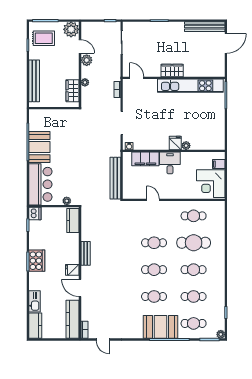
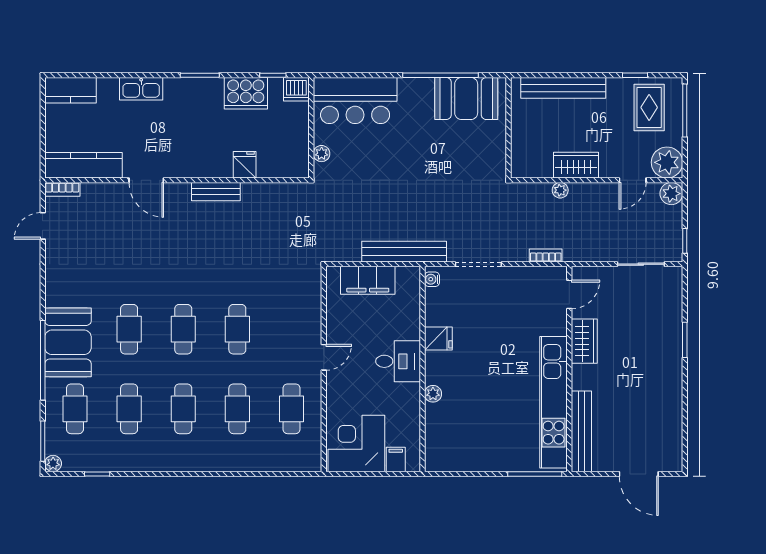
bench: (205, 27) -> (581, 431), moved
plant: (87, 60) -> (671, 194), moved
wardrobe: (172, 70) -> (584, 341), moved
wardrobe: (72, 91) -> (576, 165), moved
fridge: (175, 143) -> (438, 338), moved
booth: (39, 147) -> (466, 99), moved
filing cabinet: (145, 159) -> (368, 280), moved, turned -90
bench: (115, 178) -> (404, 252), moved
door: (153, 200) -> (324, 357), moved
kitchen counter: (73, 221) -> (282, 166), removed
cafe table: (194, 243) -> (237, 409), width x0.73, depth x0.74
cooker: (37, 261) -> (246, 93), moved
fridge: (72, 270) -> (245, 165), moved
door: (80, 288) -> (146, 180), swing flipped
kitchen sink: (35, 301) -> (141, 89), moved

